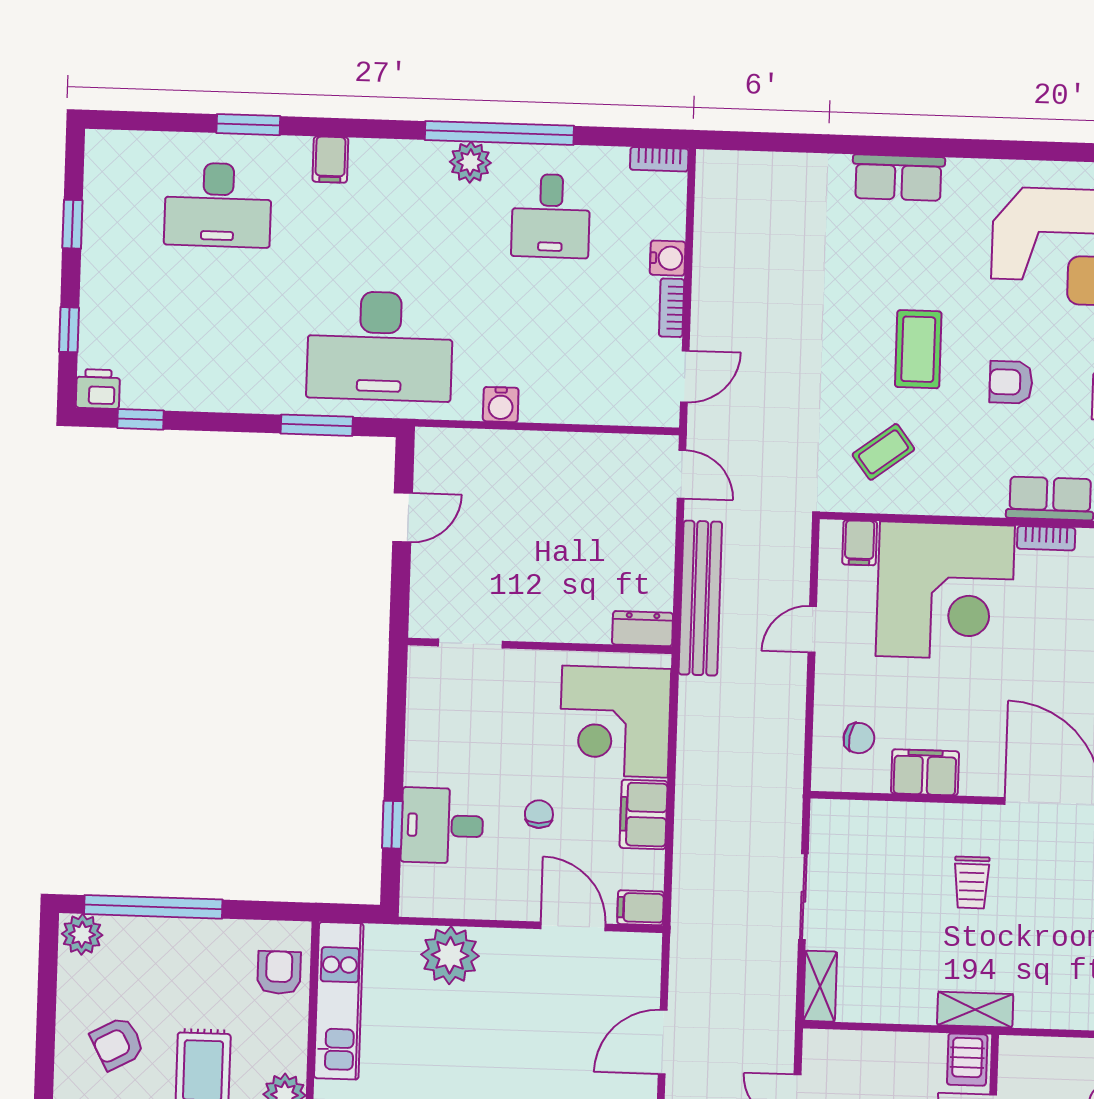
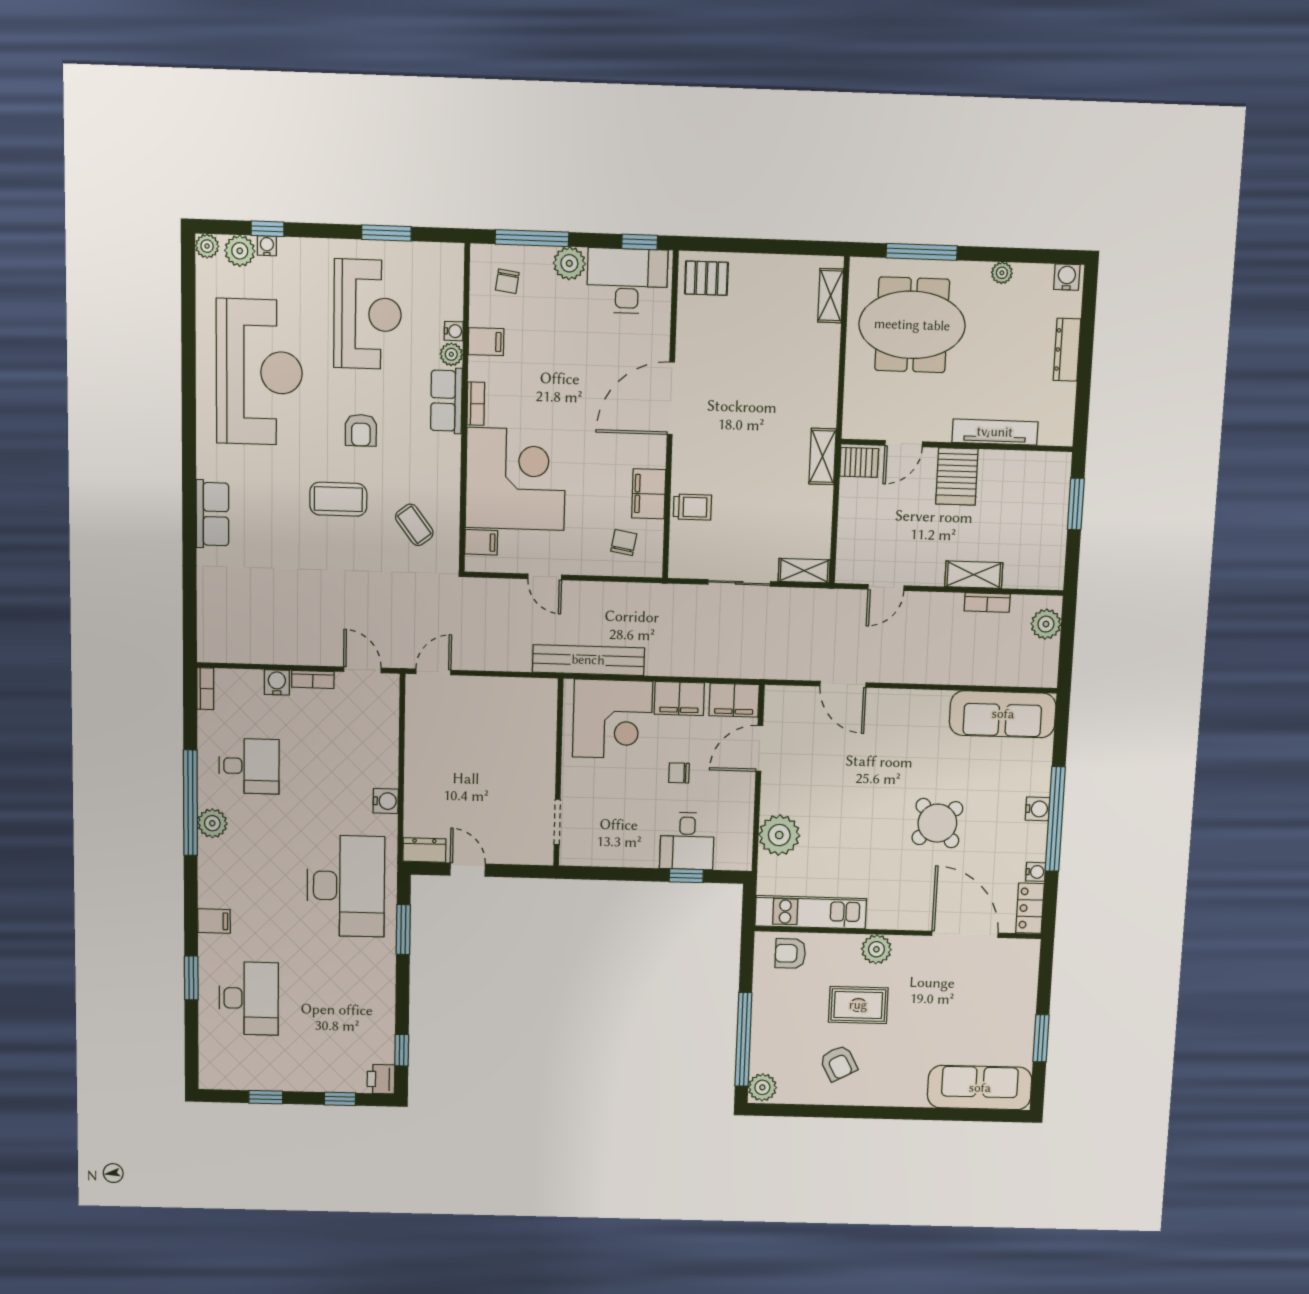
bench: (700, 598) -> (588, 660), moved
dresser: (643, 629) -> (424, 850), moved, turned 90
trolley: (972, 882) -> (692, 507), moved
filing cabinet: (641, 908) -> (734, 700), width x2.00

